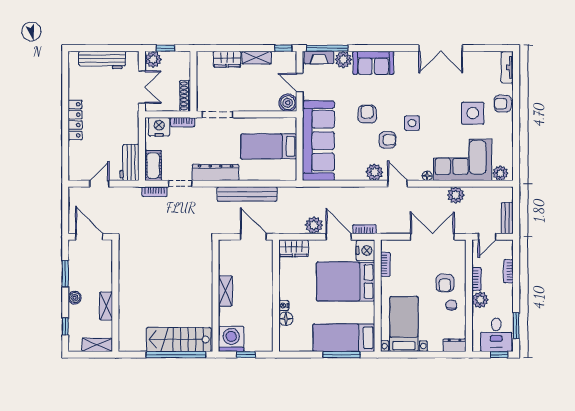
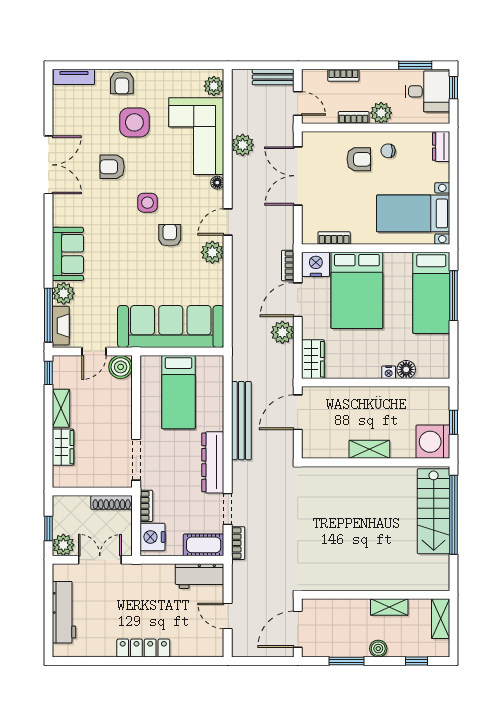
armchair: (367, 114) -> (112, 167), moved

